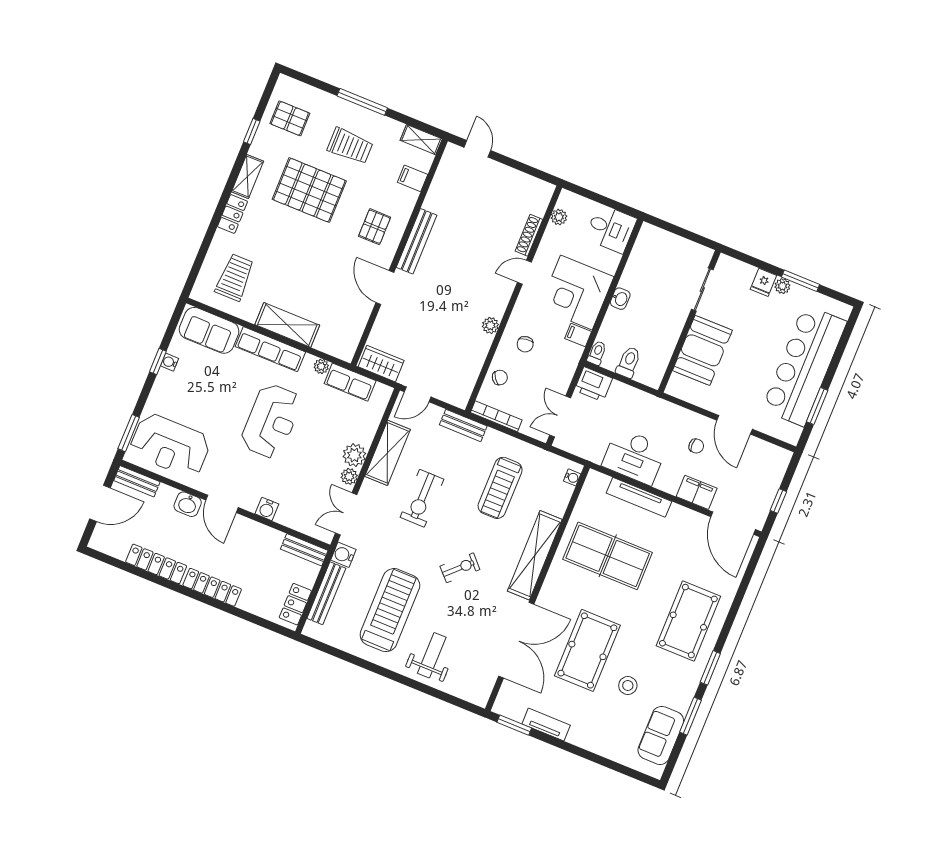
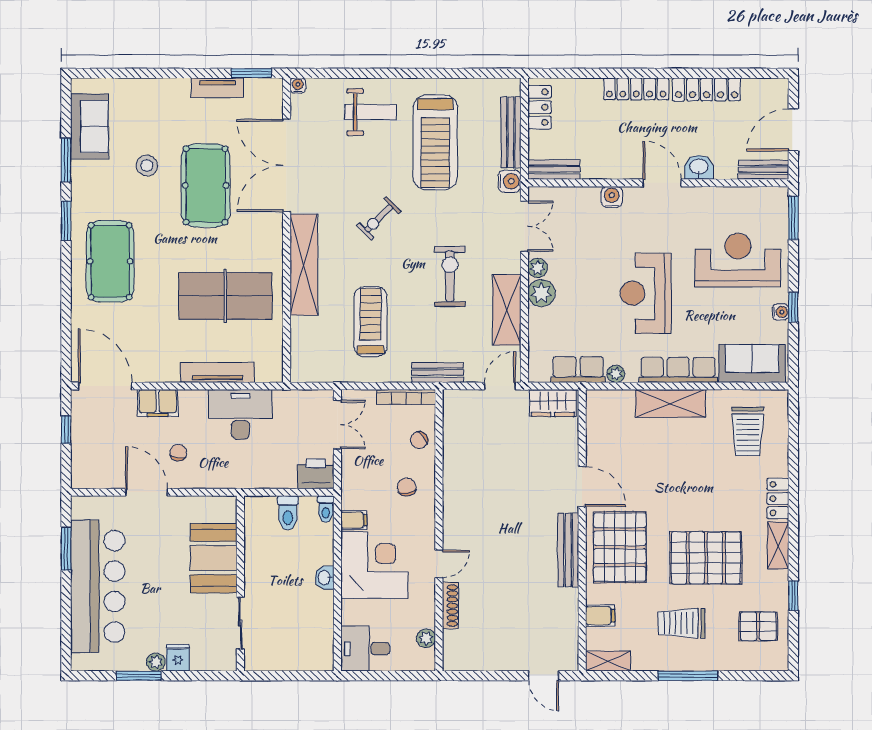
pallet: (375, 227) -> (620, 547), width x2.05, depth x2.00
plant: (490, 325) -> (452, 492), removed
reception desk: (170, 445) -> (738, 260), moved
chair: (696, 446) -> (178, 453), turned 98
water cooler: (572, 477) -> (298, 86), moved, turned 90
weight bench: (432, 655) -> (371, 112), turned -90

